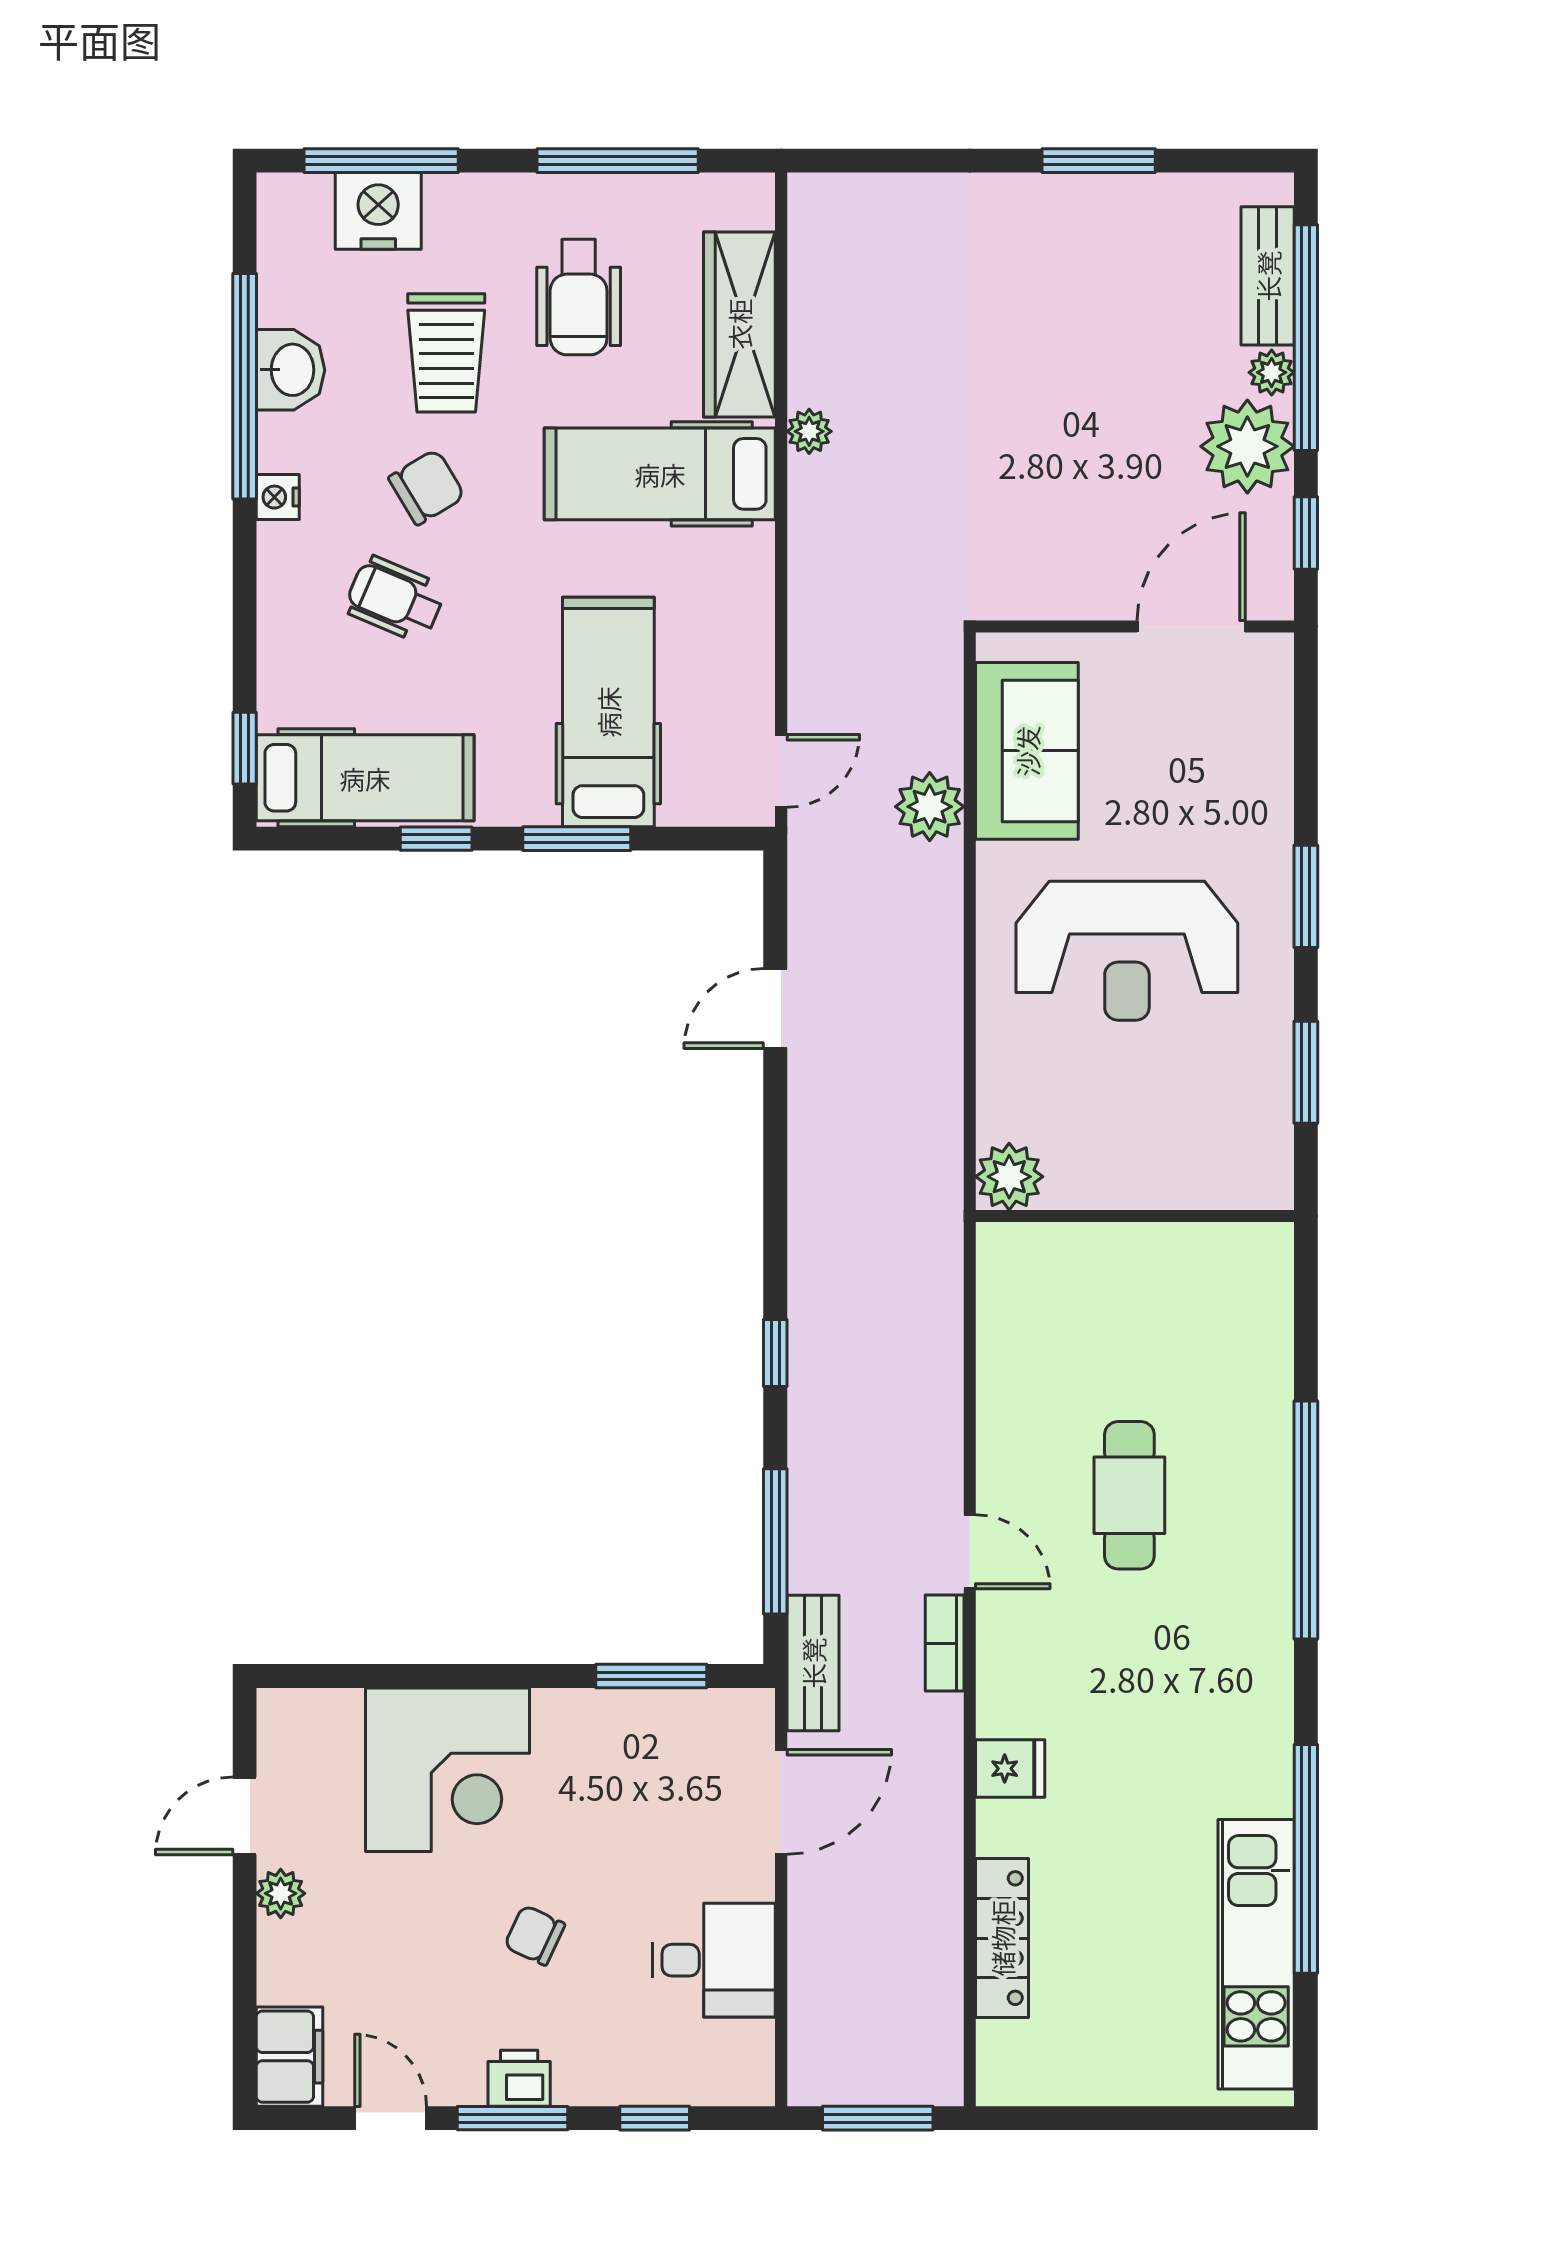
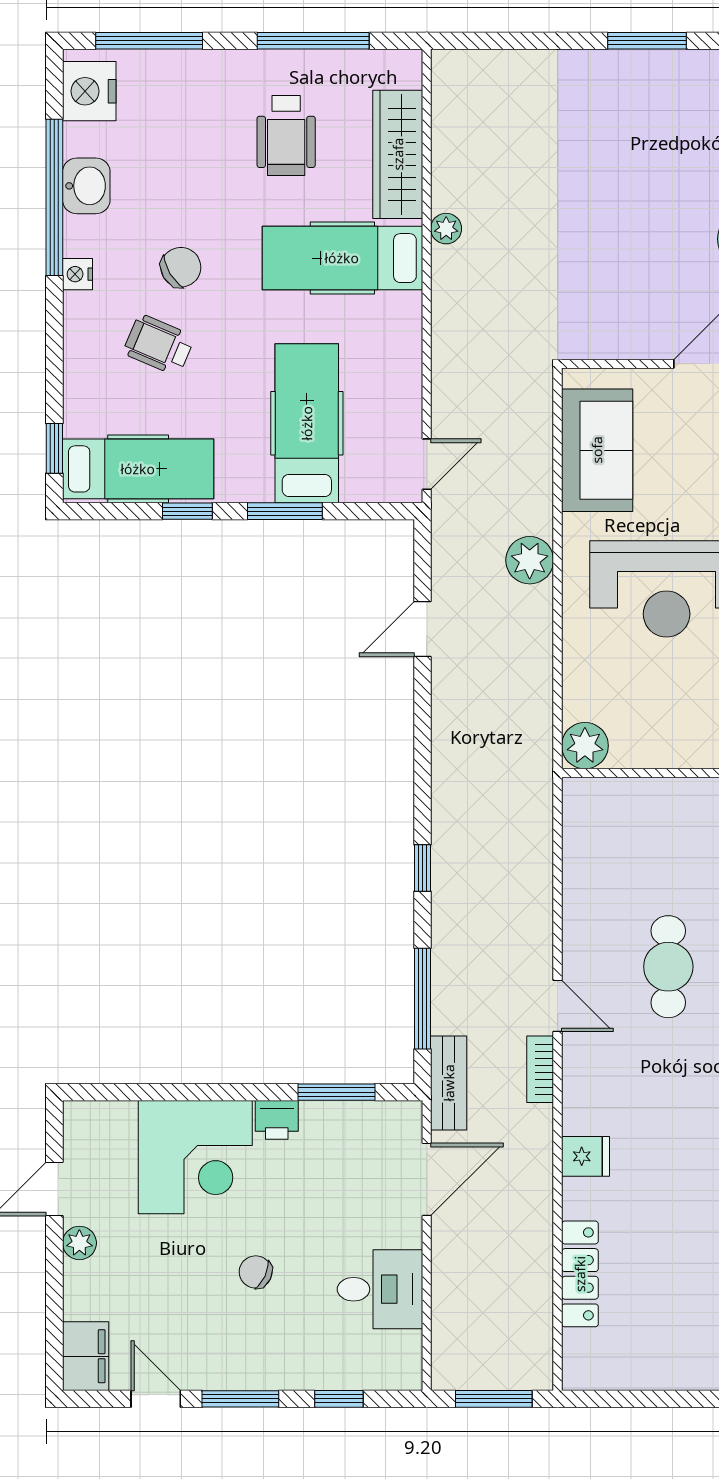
nightstand: (378, 211) -> (89, 91), moved, turned -90
trolley: (446, 353) -> (194, 174), removed
plant: (930, 807) -> (530, 560), moved
printer: (519, 2078) -> (277, 1120), moved, turned 180

